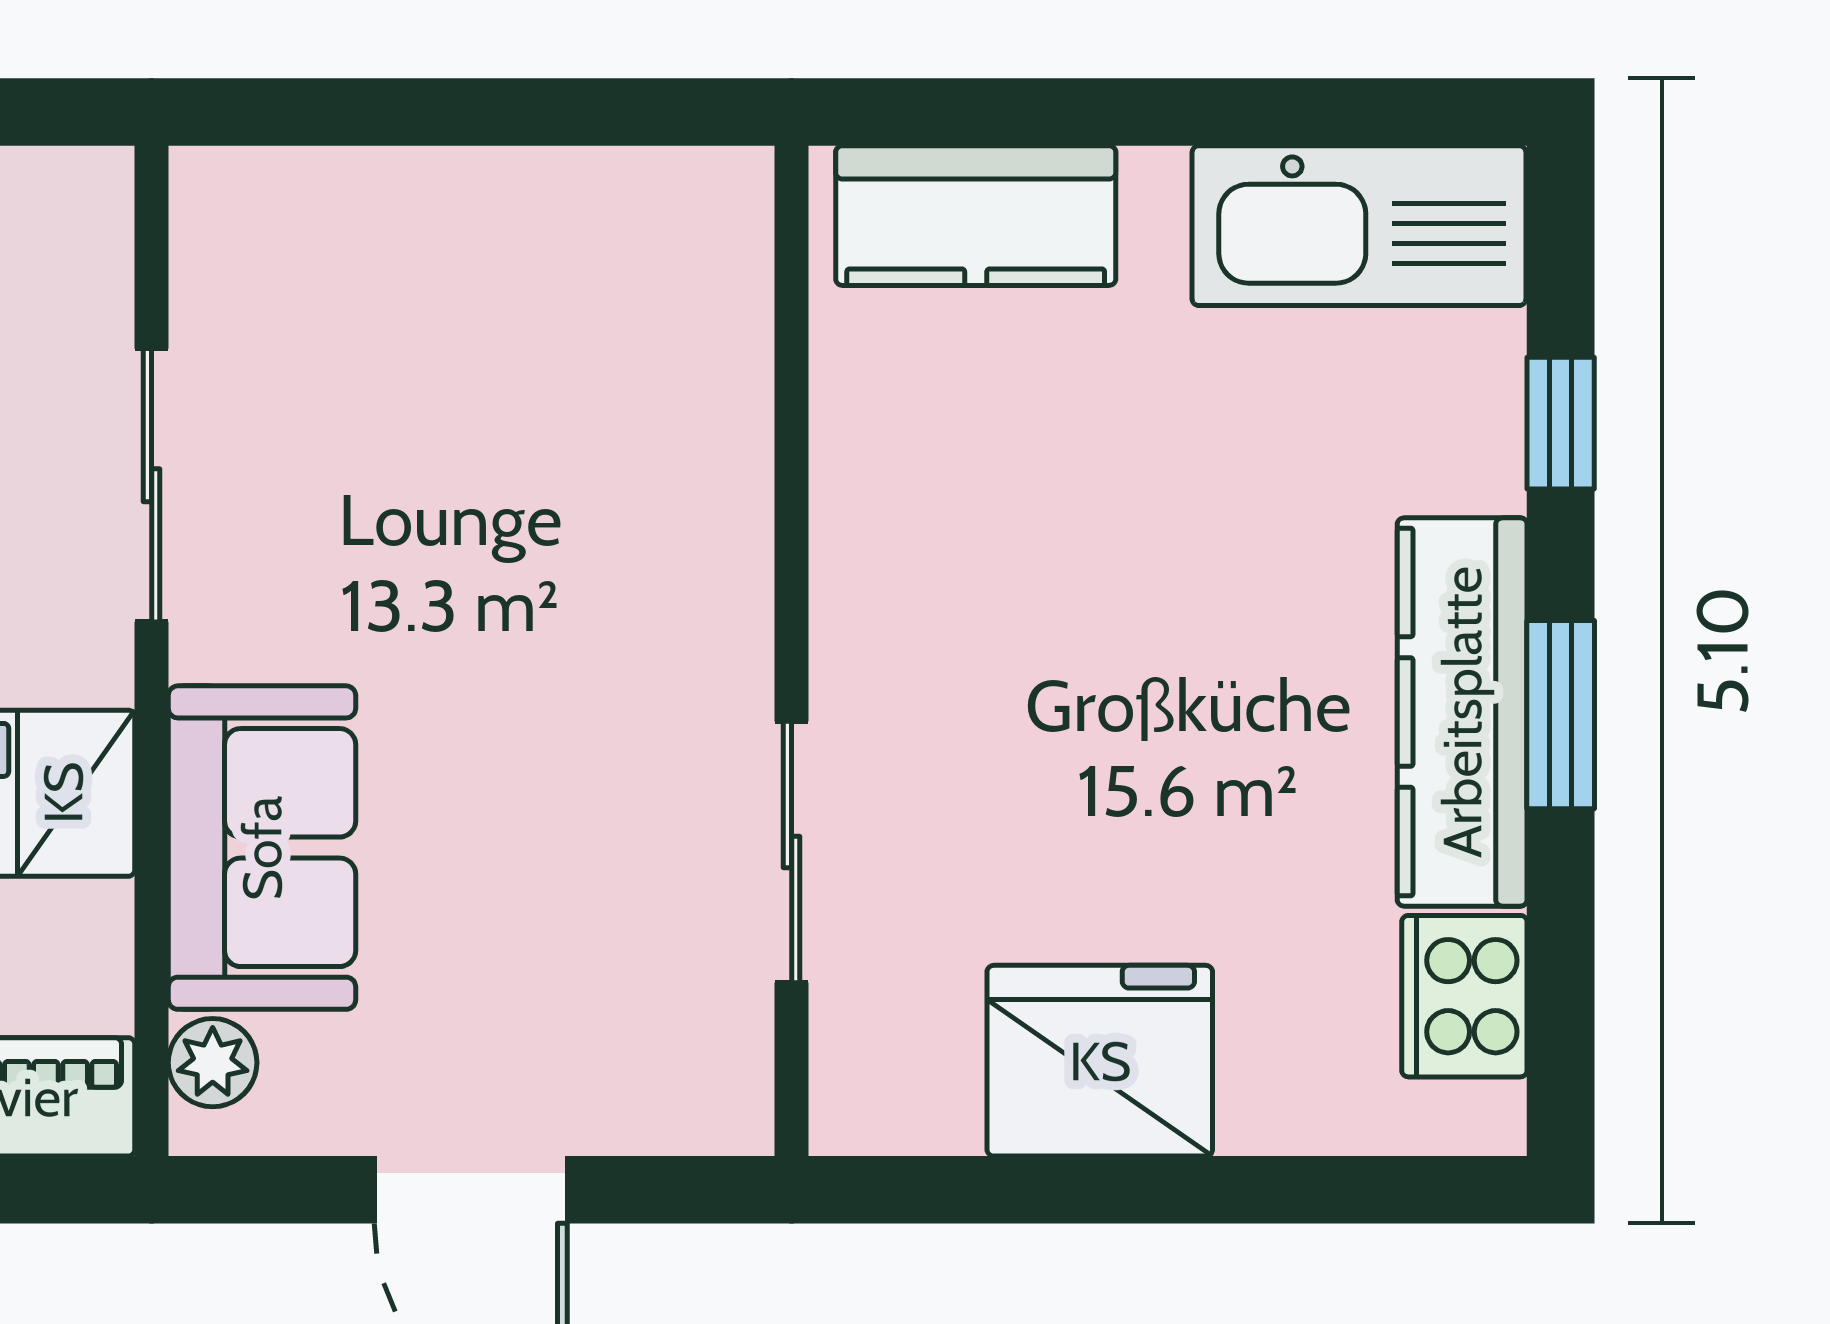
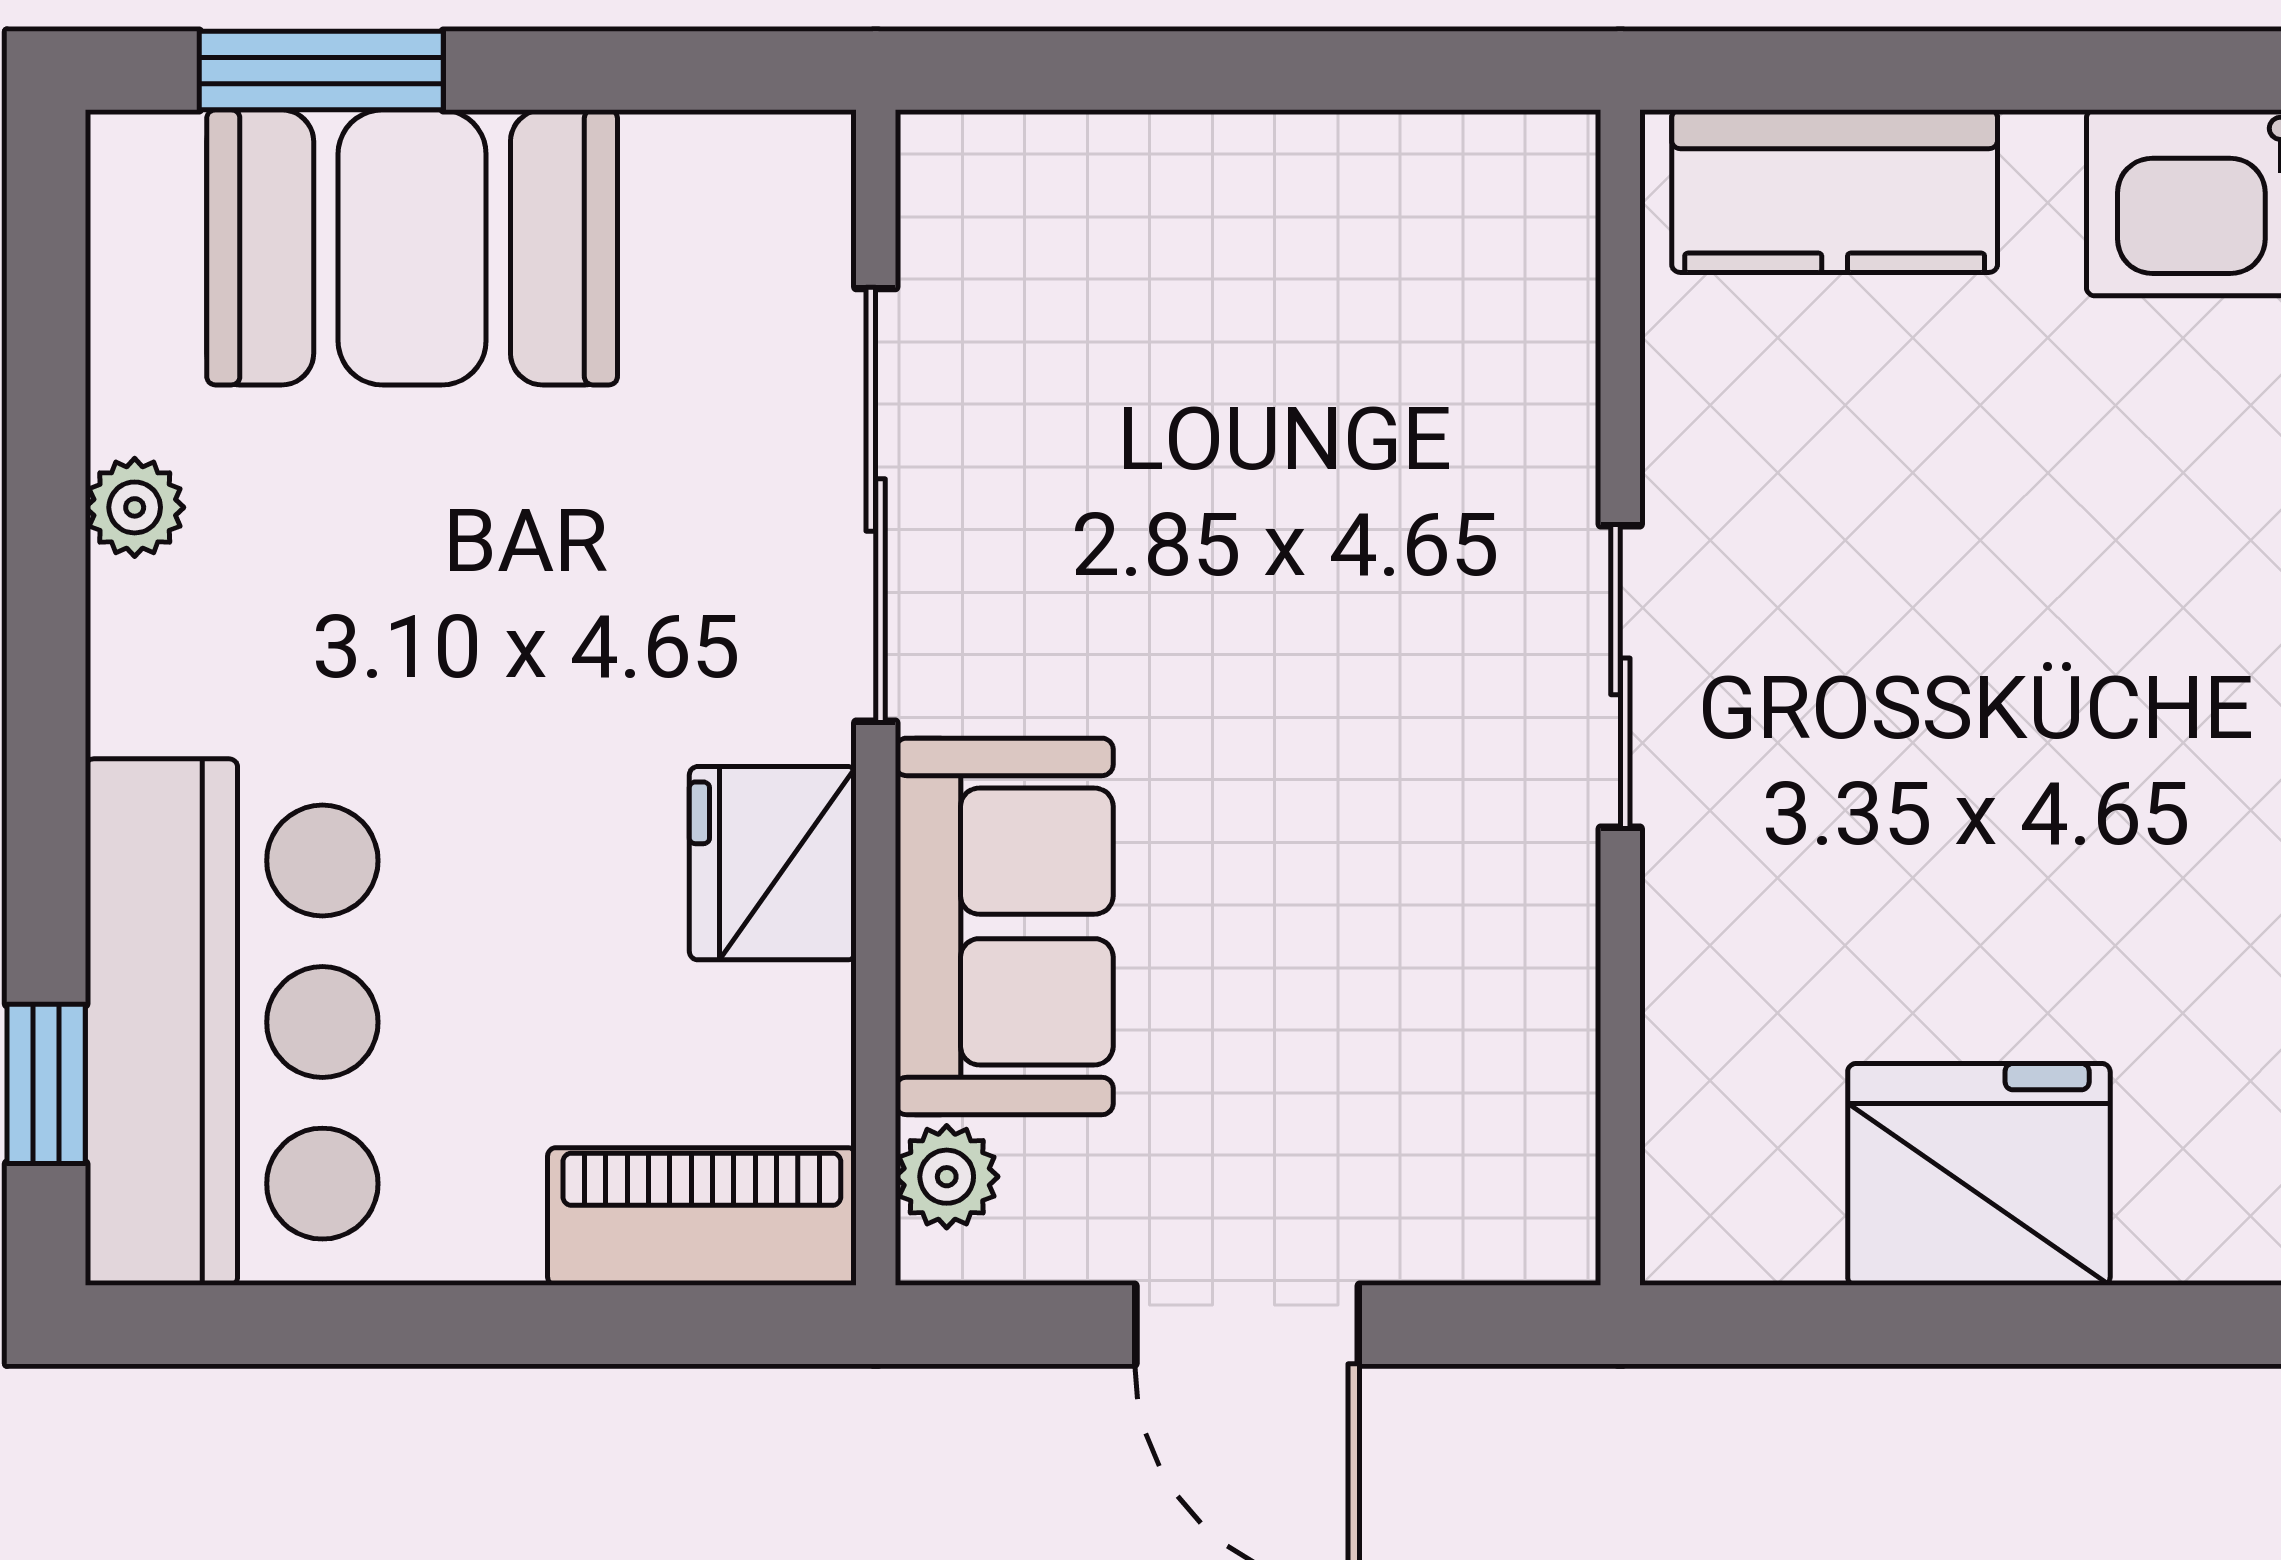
sliding door: (152, 485) -> (876, 505), width x1.37
sliding door: (792, 852) -> (1620, 676), moved

